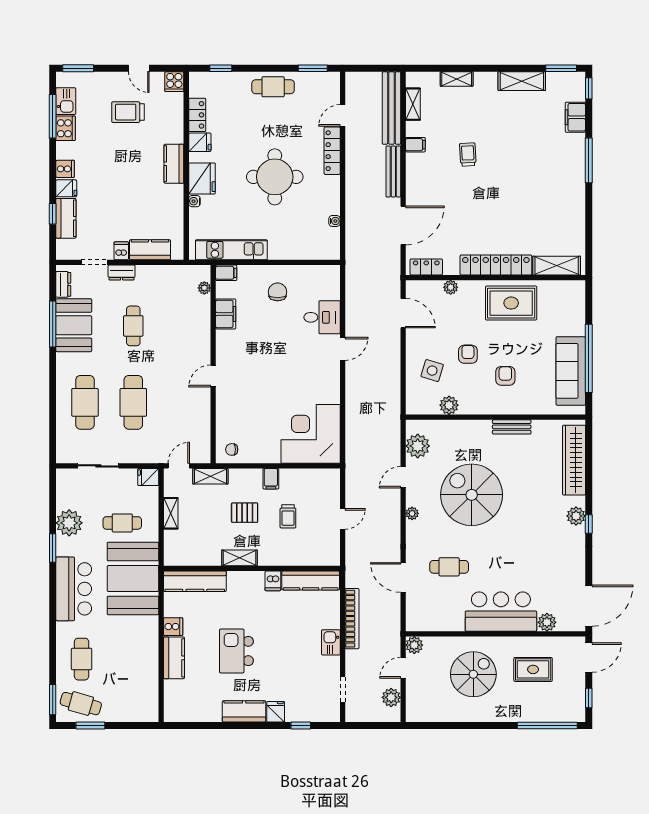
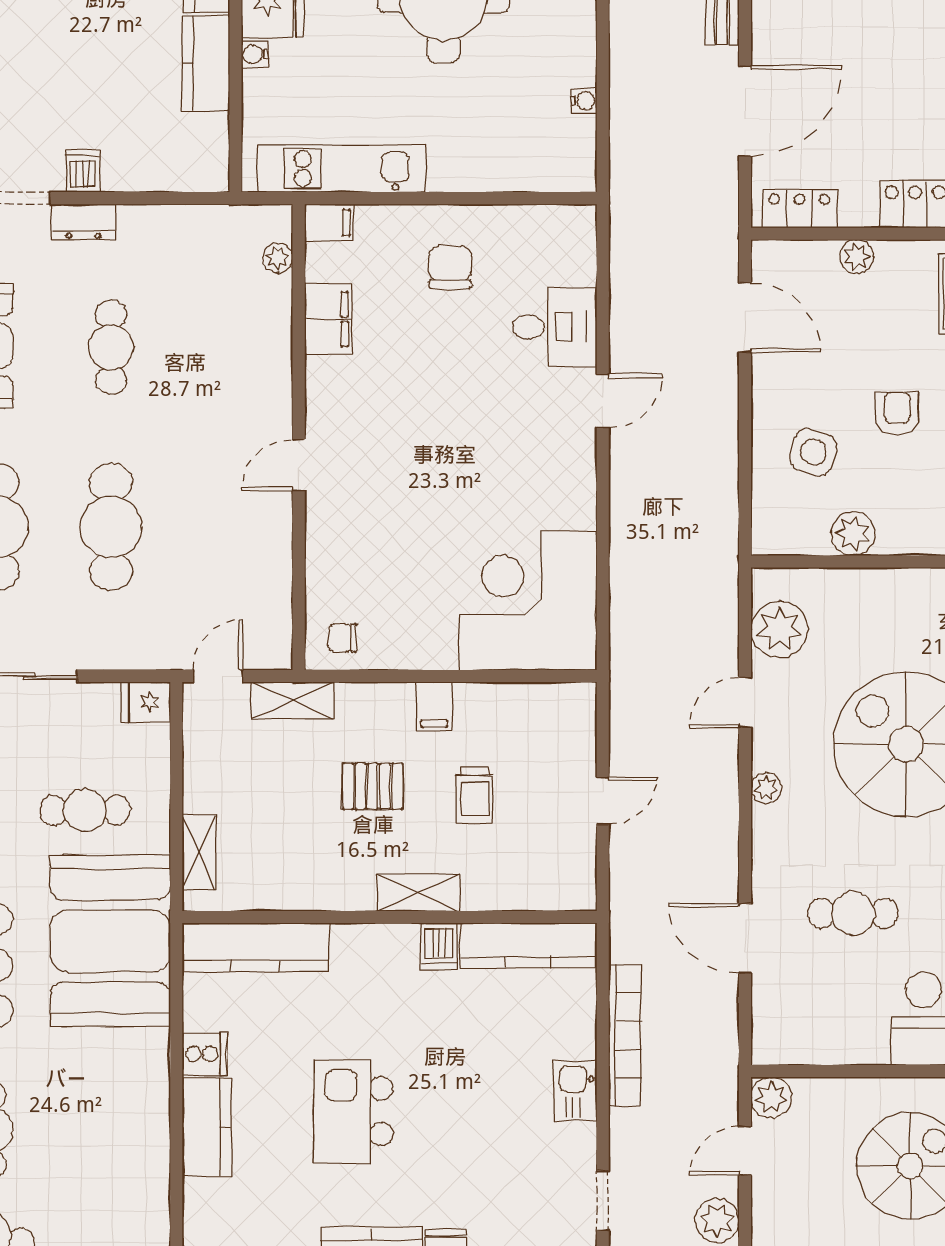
kitchen counter: (150, 250) -> (206, 63), moved, turned -90
shelving: (171, 513) -> (199, 853), moved
shelving: (239, 558) -> (418, 892), moved

